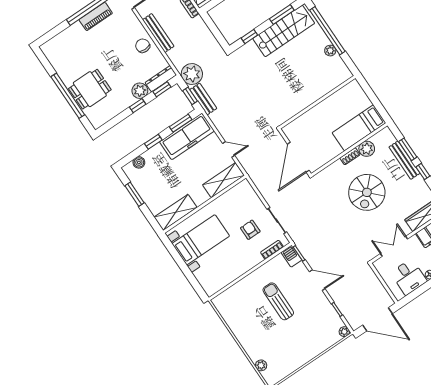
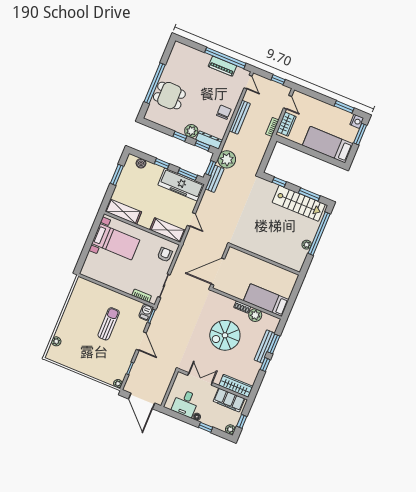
armchair: (250, 230) -> (165, 255), moved

